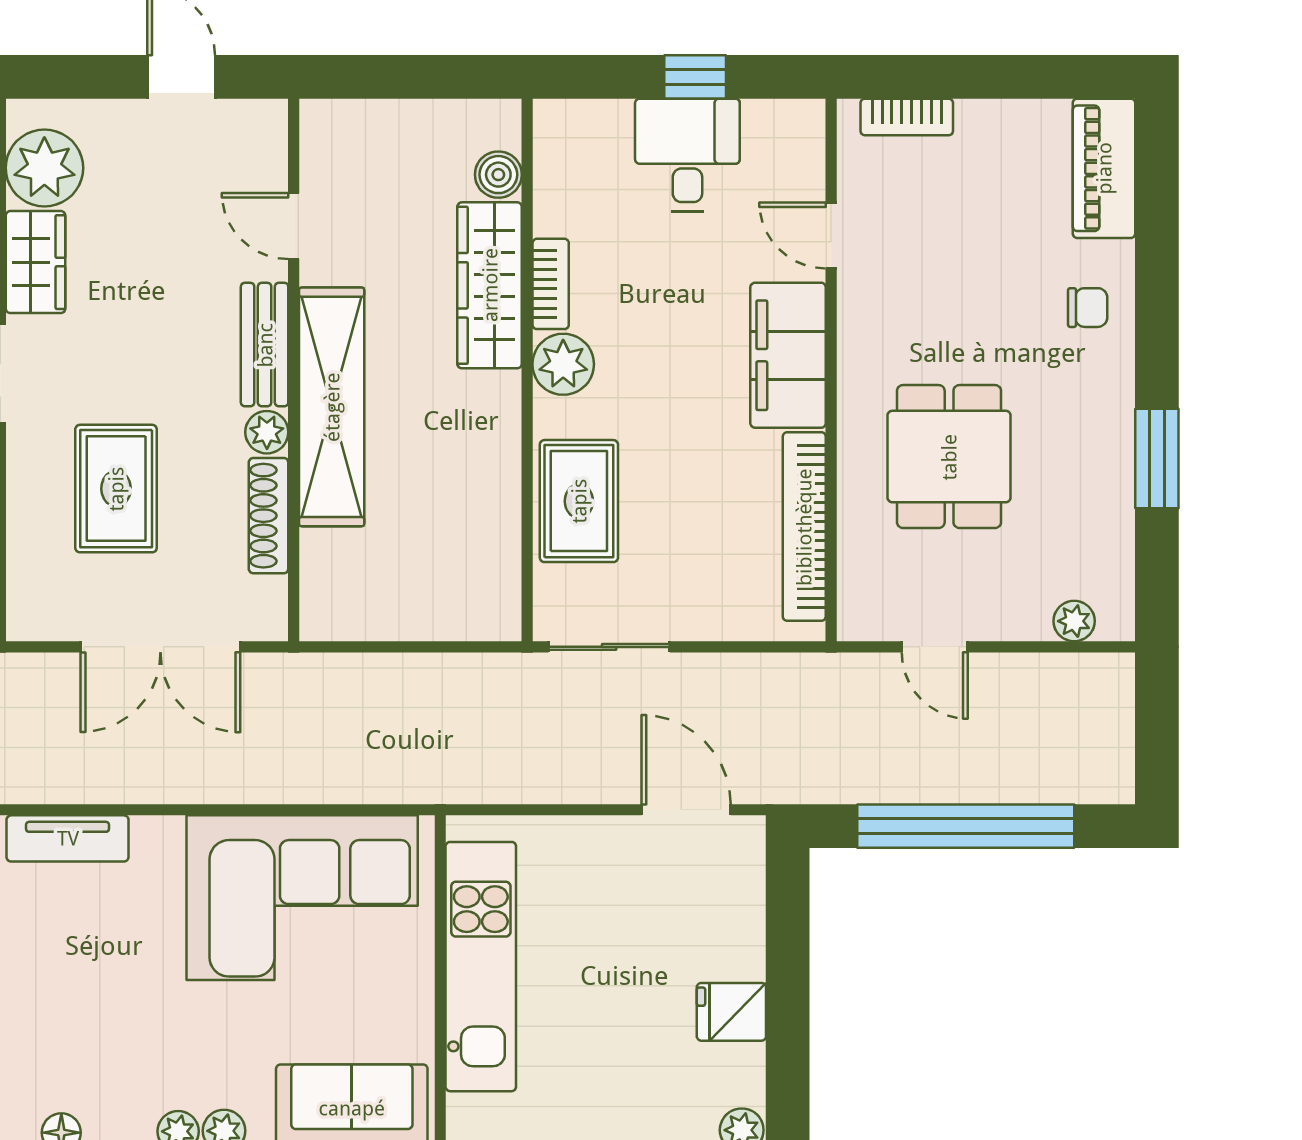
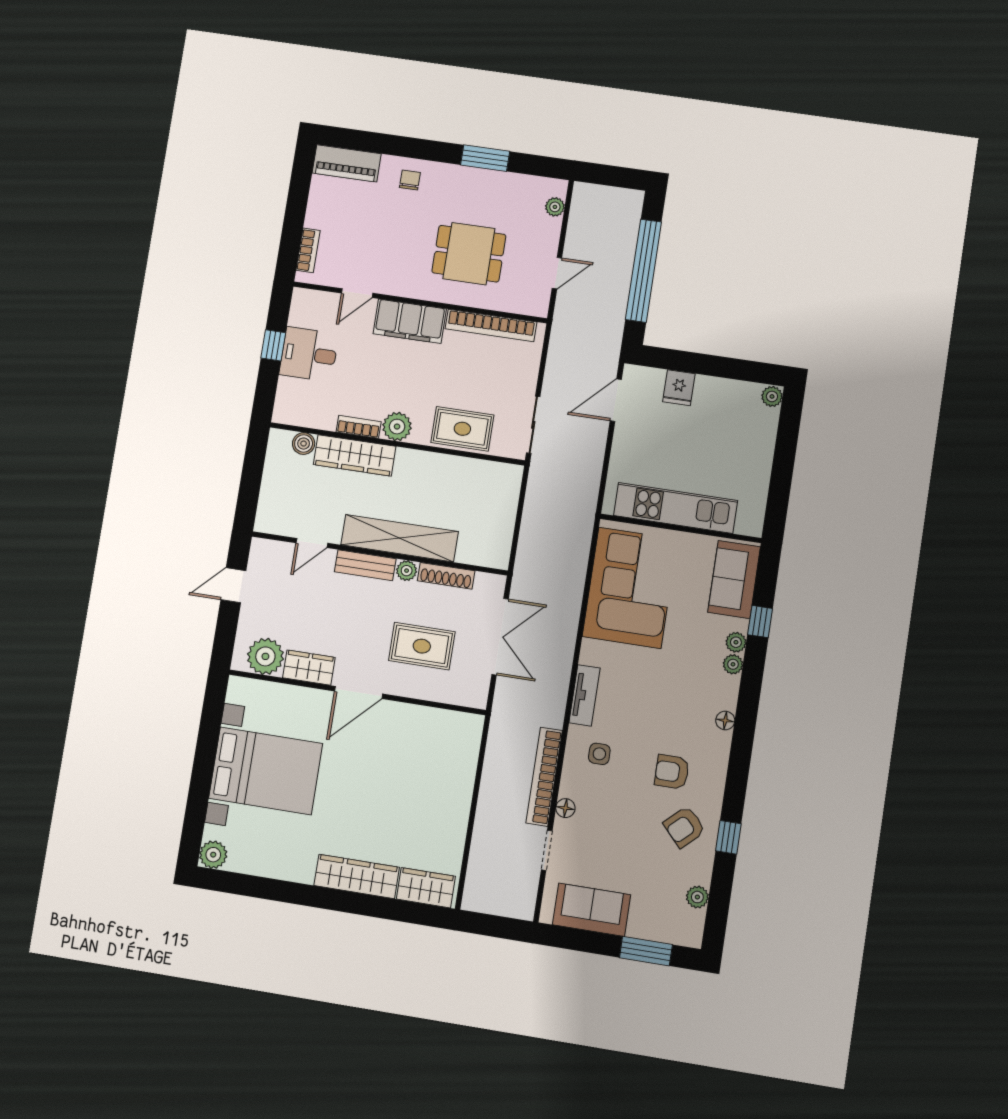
fridge: (731, 1012) -> (679, 388), moved

